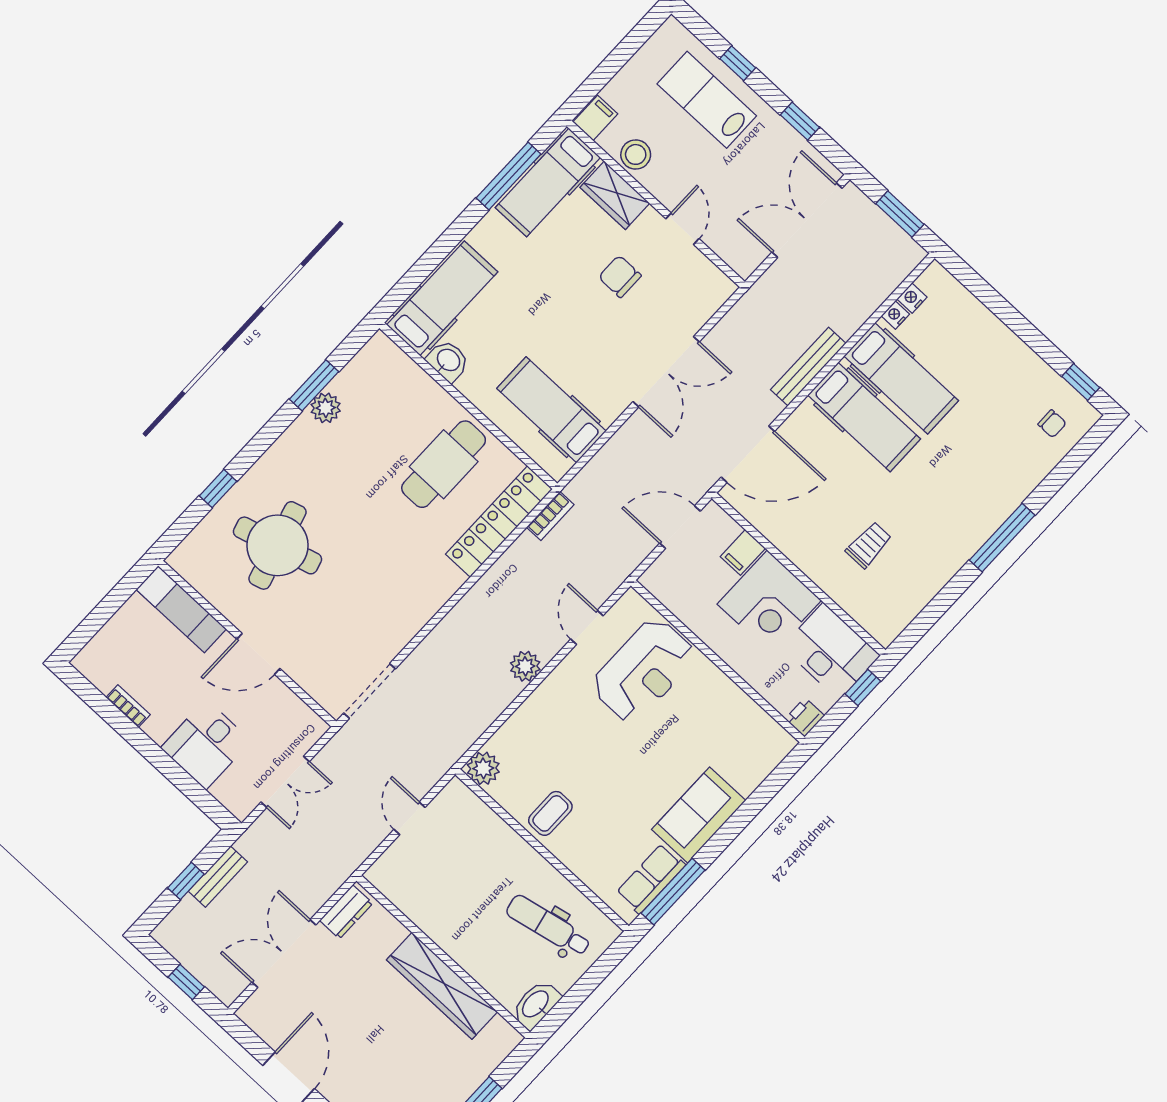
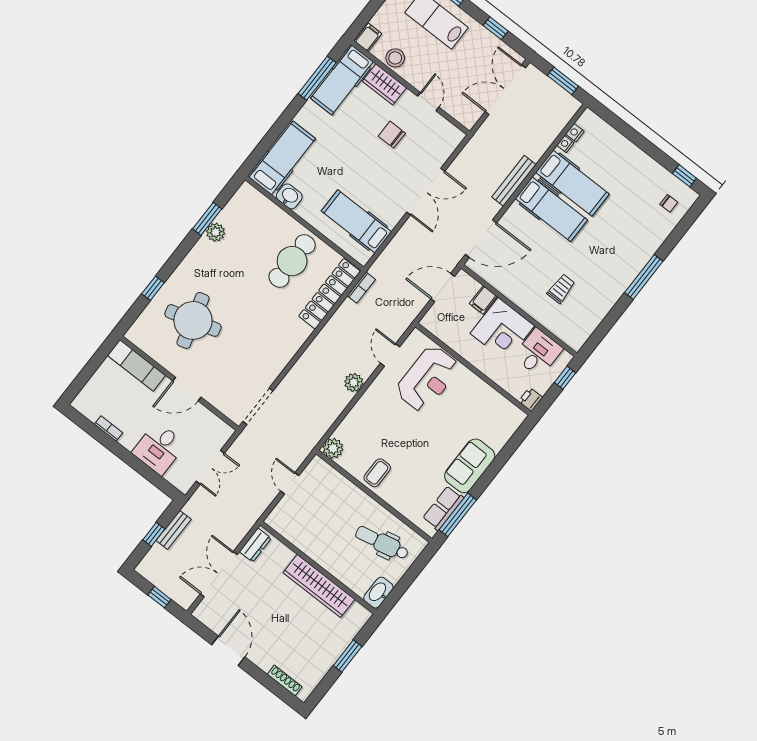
desk: (831, 651) -> (538, 353), width x0.73

